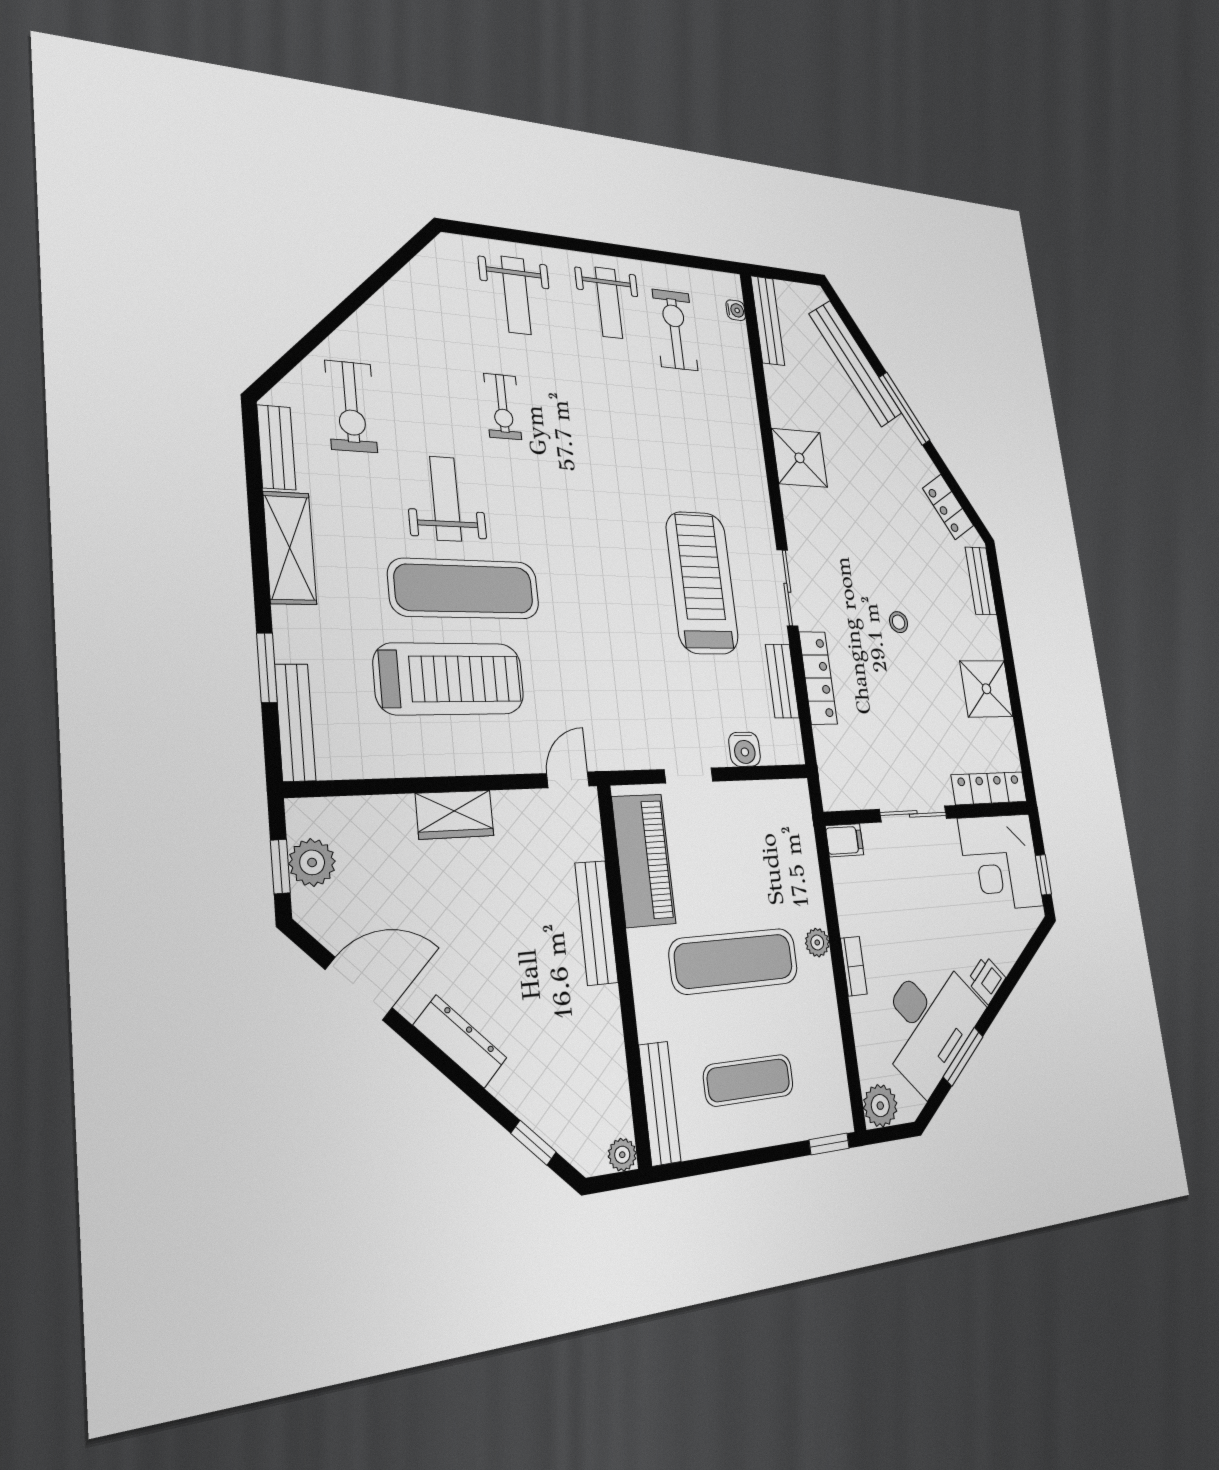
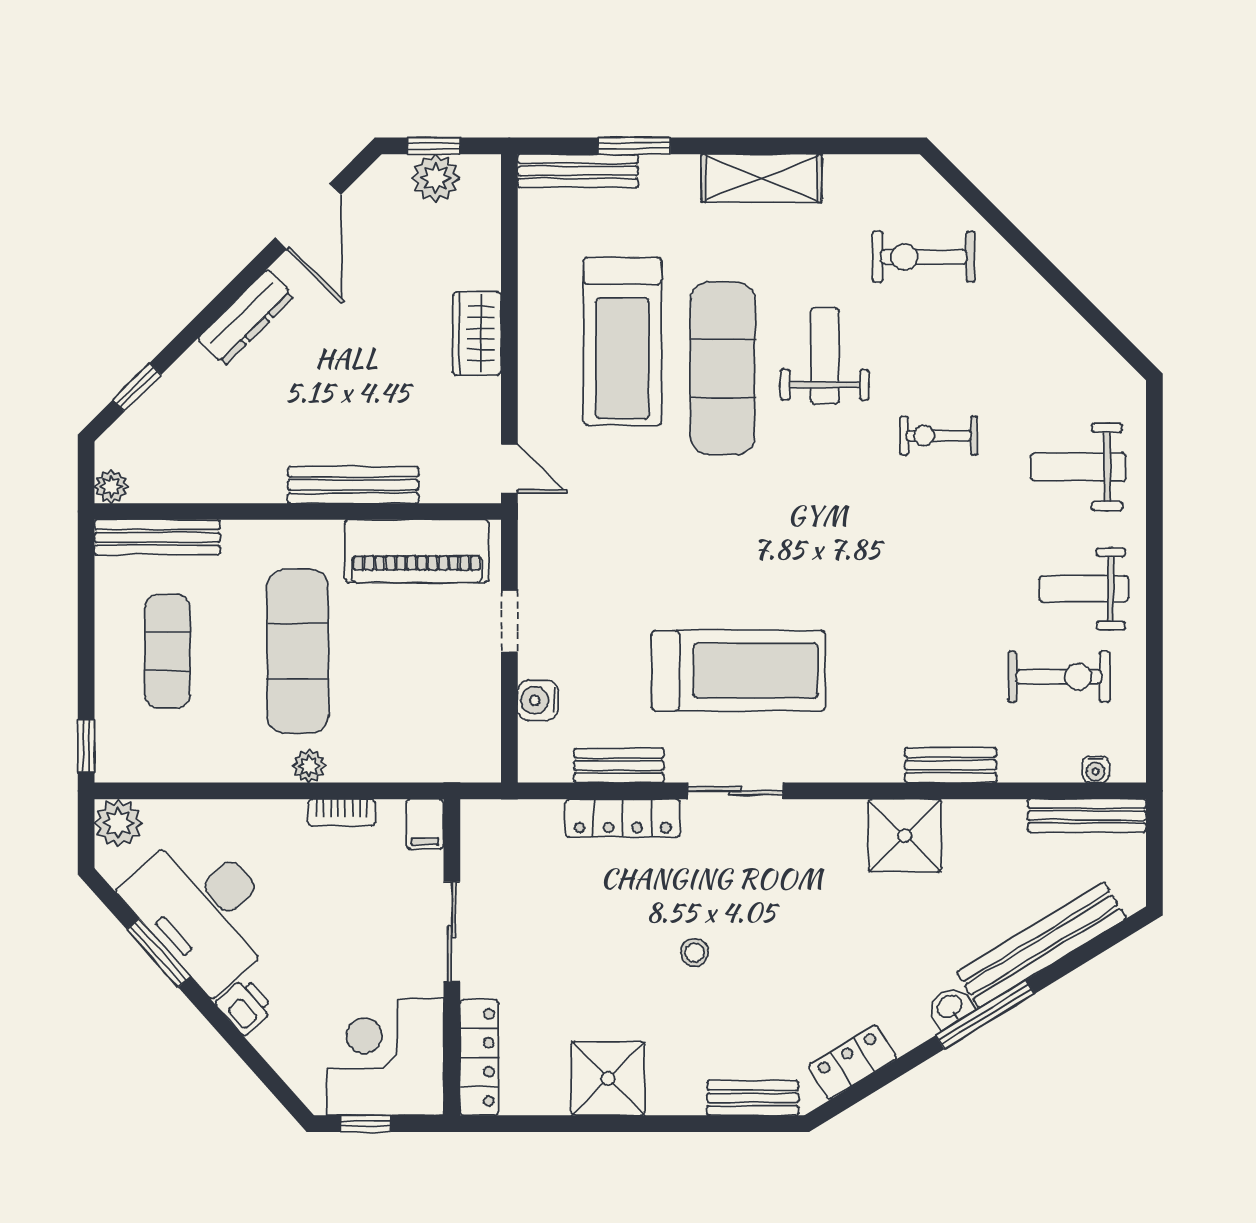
washbasin: (904, 434) -> (950, 1007), added
bench: (276, 447) -> (951, 765), moved
weight bench: (446, 499) -> (825, 356), turned -90
bookcase: (854, 966) -> (342, 812), moved

